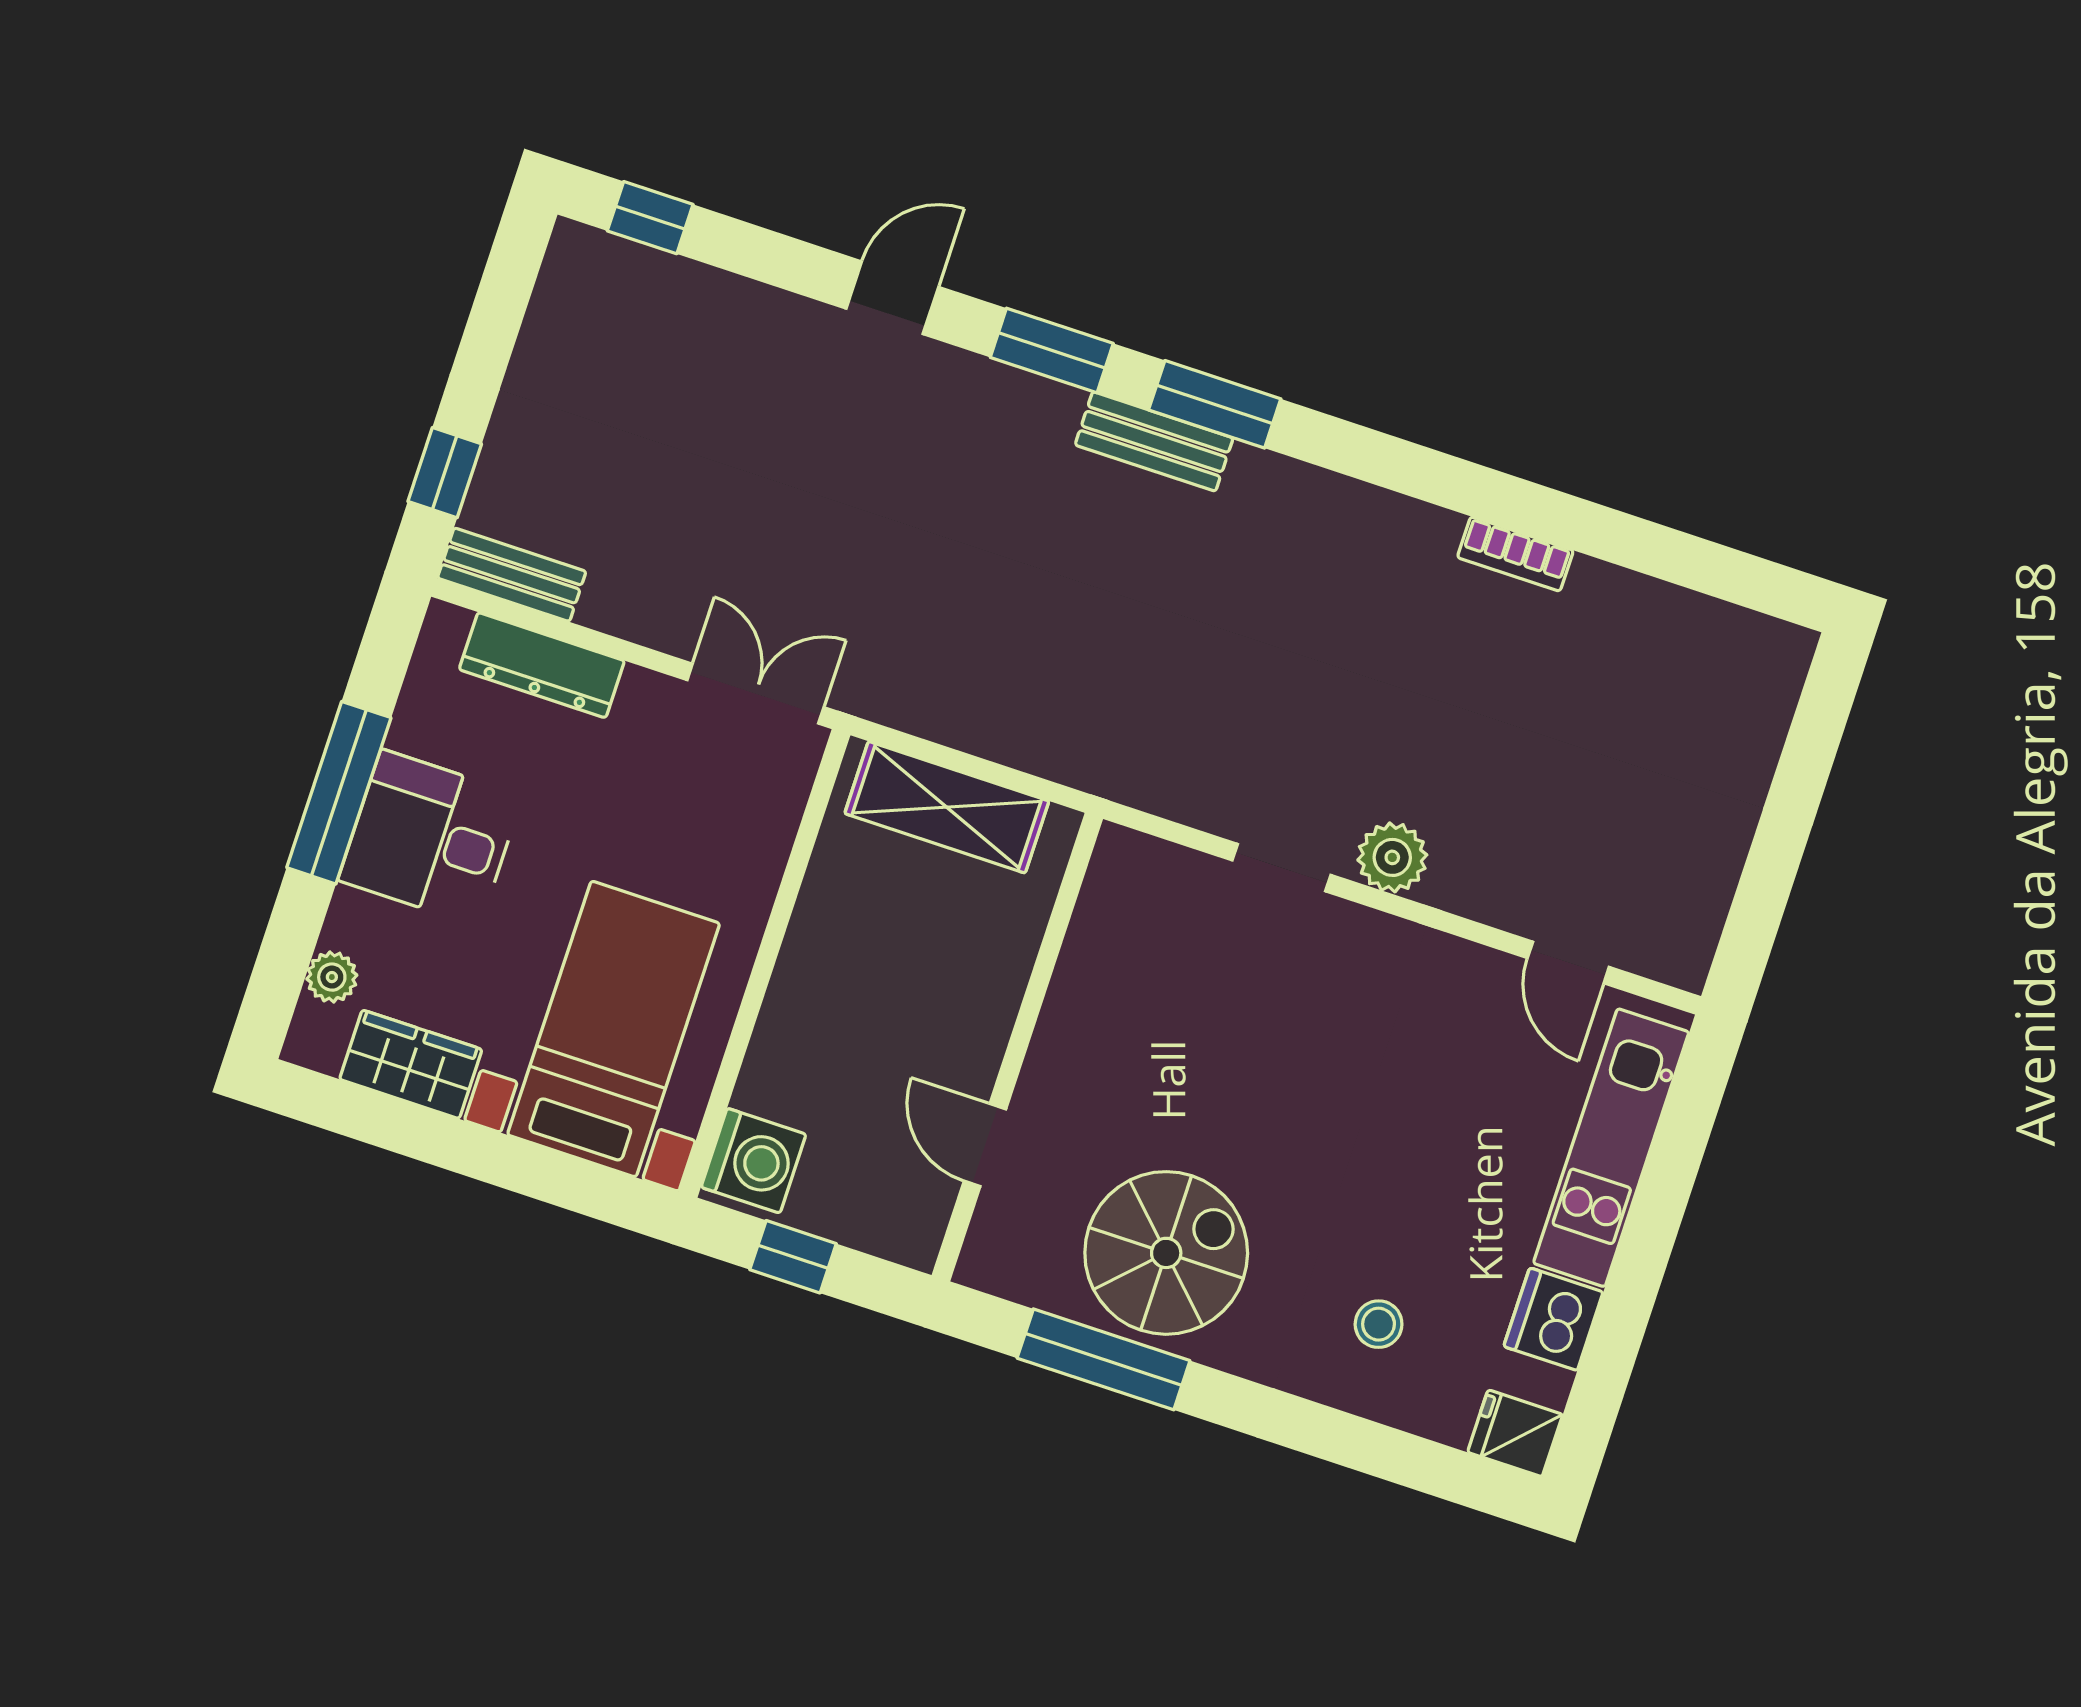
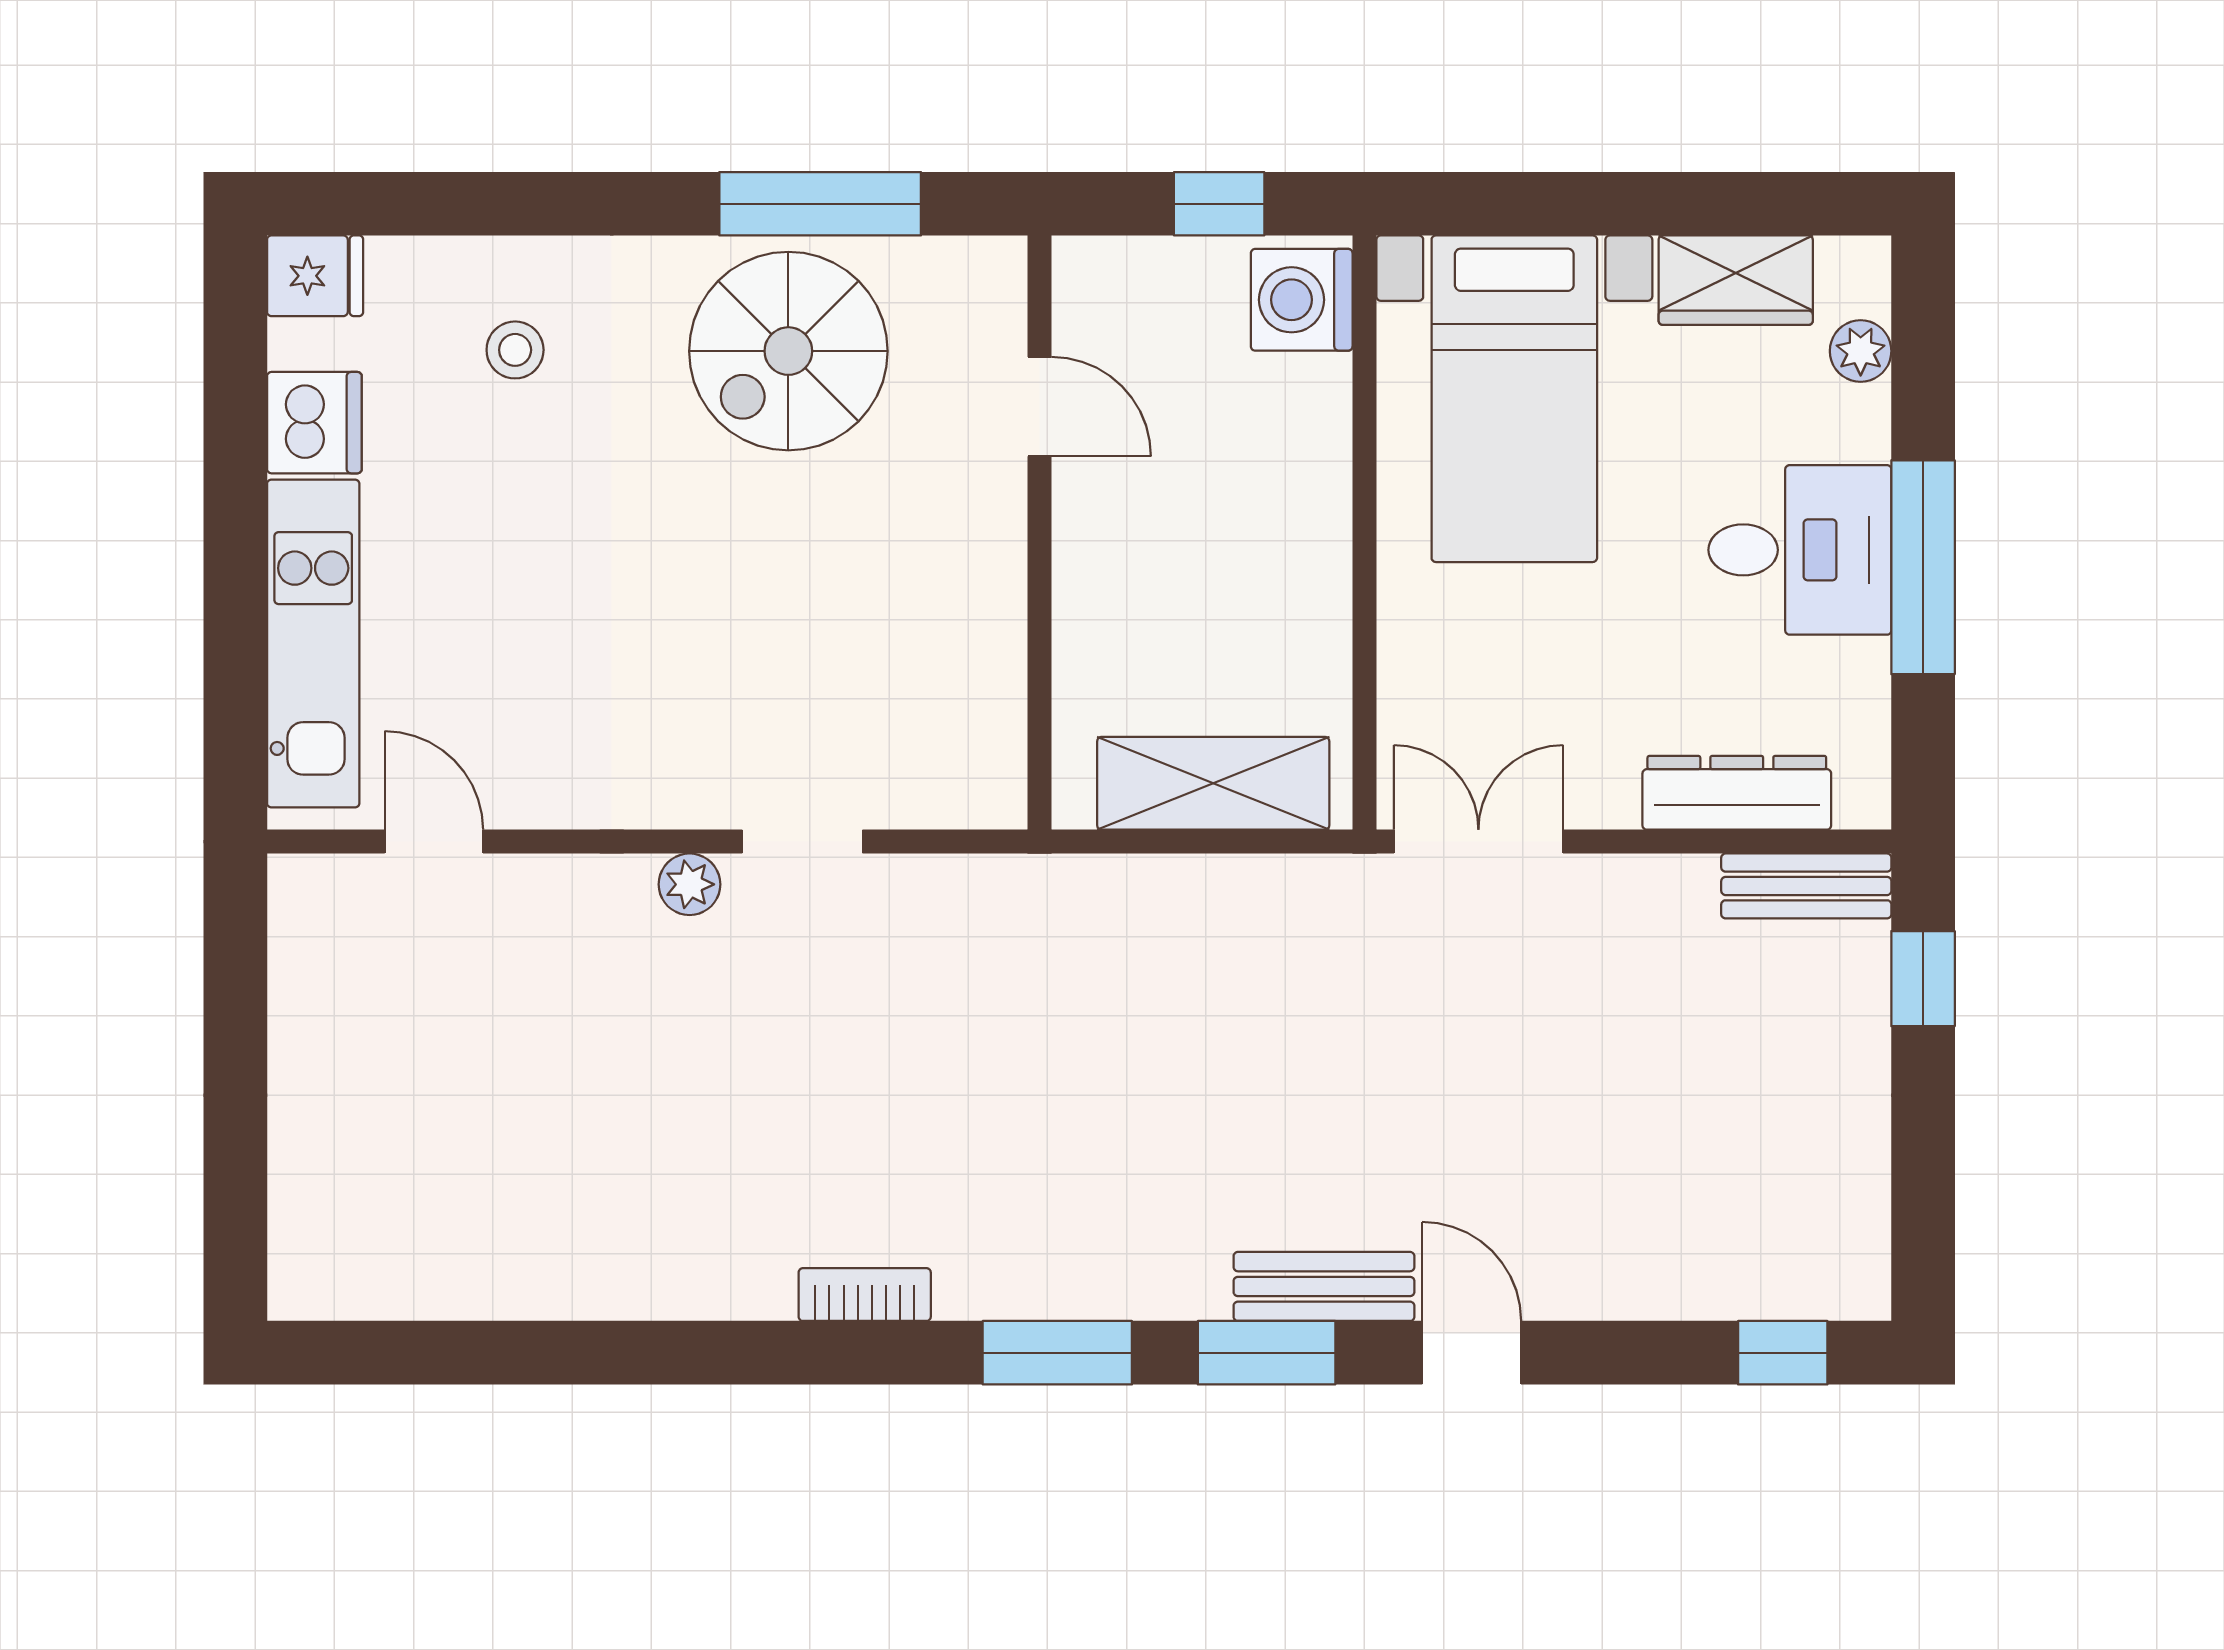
door: (892, 298) -> (1472, 1353), swing flipped
bench: (1154, 441) -> (1324, 1286), moved
bookcase: (1515, 554) -> (865, 1295), moved
double door: (755, 694) -> (1478, 842), swing flipped
plant: (1392, 857) -> (690, 884), width x0.73, depth x0.73

